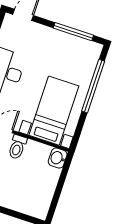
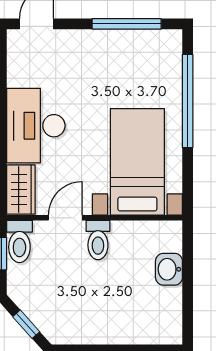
washbasin: (58, 158) -> (169, 269), moved

